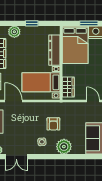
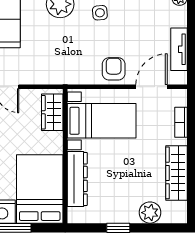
door: (13, 101) -> (151, 87), swing flipped
armchair: (53, 124) -> (114, 69), moved

